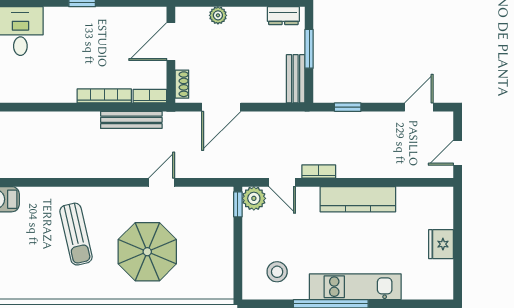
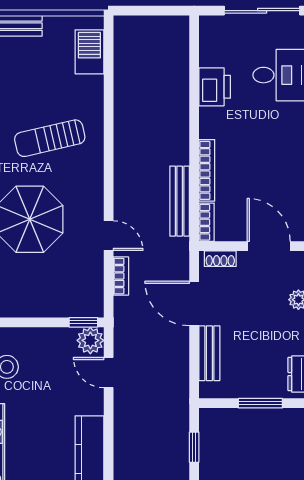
bench: (296, 79) -> (209, 353), moved, turned 90
printer: (31, 89) -> (215, 87), added
bookcase: (319, 171) -> (121, 276), moved
door: (282, 182) -> (109, 373), hinge flipped

